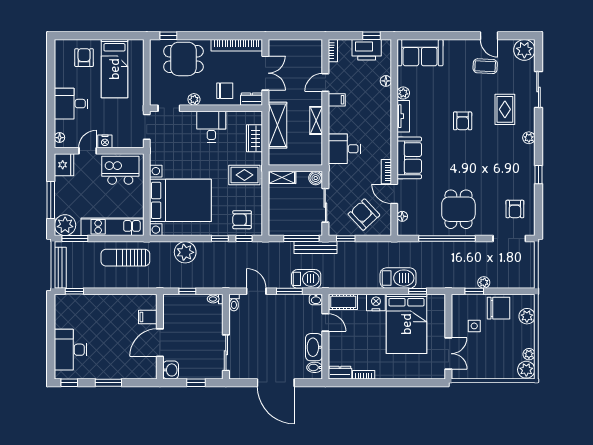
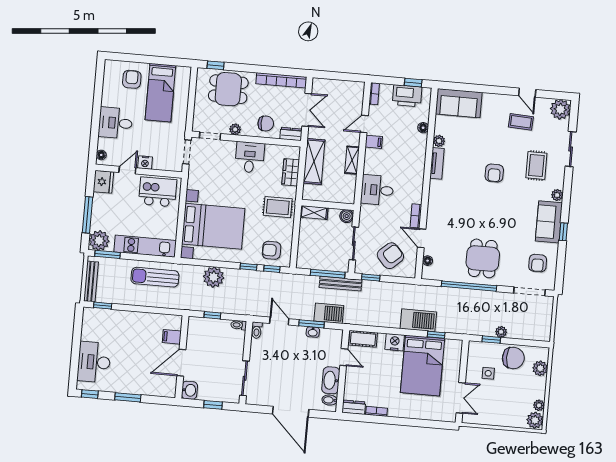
sofa: (409, 158) -> (549, 222), moved, turned 180
armchair: (364, 215) -> (390, 256), turned 91
washbasin: (316, 300) -> (313, 332), moved

